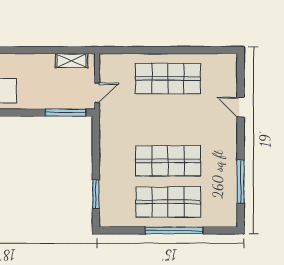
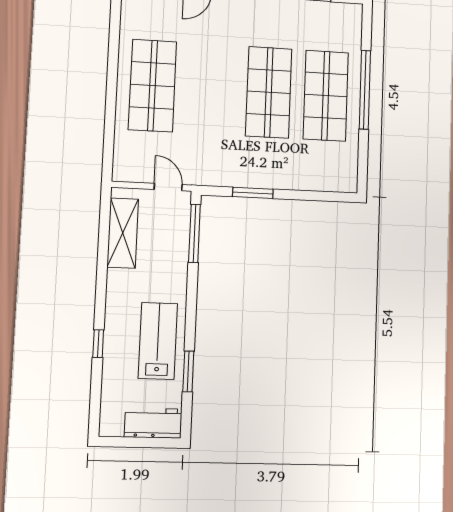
shelving: (72, 61) -> (123, 233), width x1.50, depth x1.33
window: (96, 194) -> (253, 193), moved

